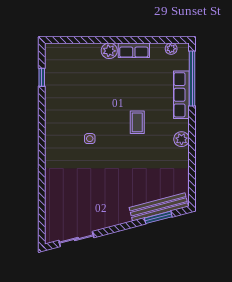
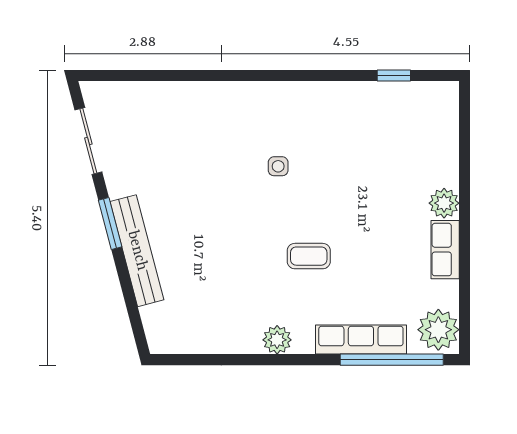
plant: (171, 49) -> (438, 330), width x1.87, depth x1.87
bench: (159, 207) -> (137, 251), moved
window: (158, 217) -> (110, 224), moved

